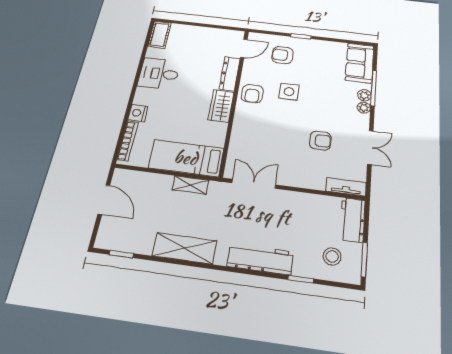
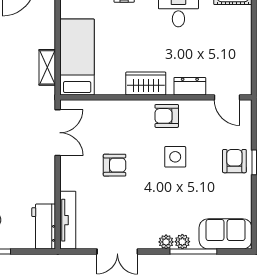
armchair: (282, 55) -> (234, 161), moved
dresser: (230, 74) -> (190, 86), width x0.70
armchair: (320, 141) -> (115, 165), moved, turned -90
tv unit: (346, 187) -> (68, 220), width x1.41
workbench: (353, 220) -> (44, 227), moved, turned -90

